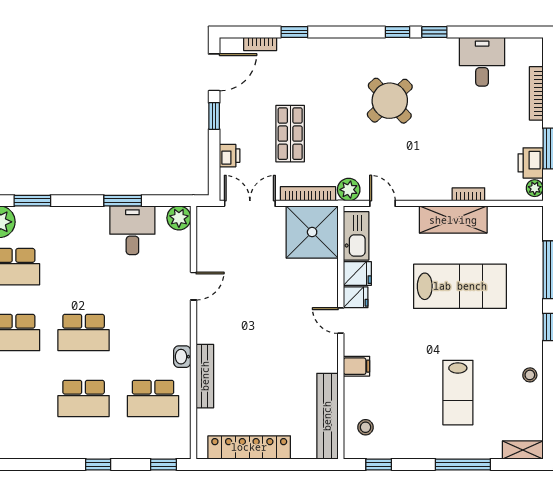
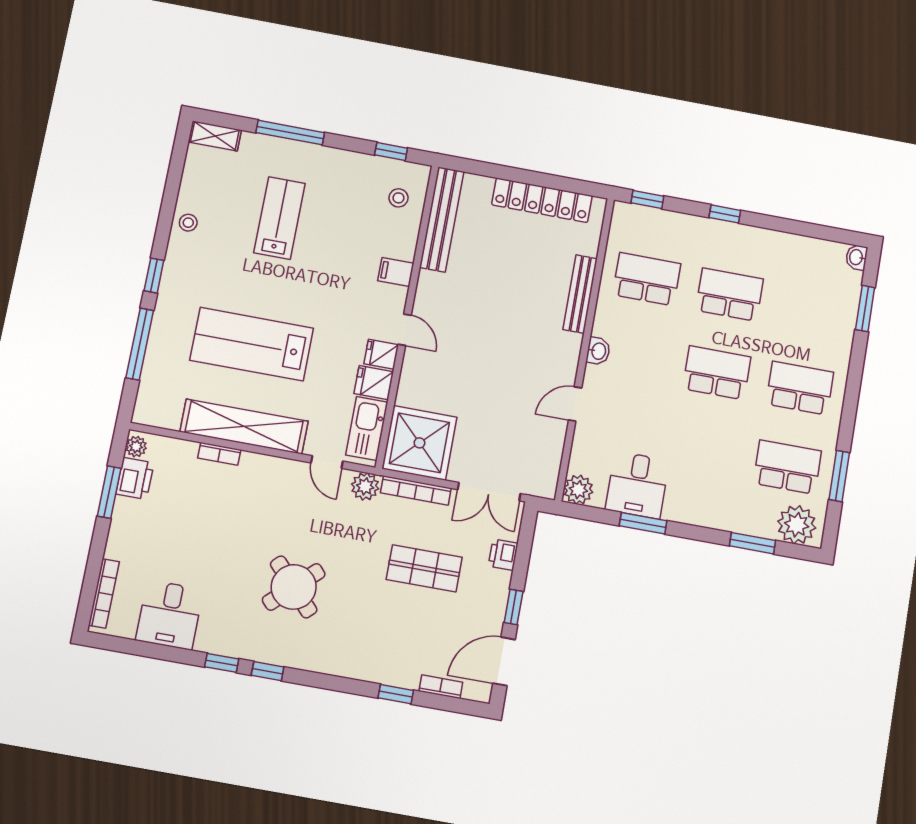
bookcase: (536, 93) -> (104, 593), moved
shop shelf: (290, 134) -> (424, 568), turned 90
shelving: (453, 220) -> (244, 427), width x1.47
washbasin: (182, 357) -> (598, 351), moved

